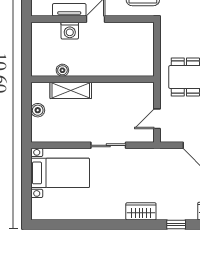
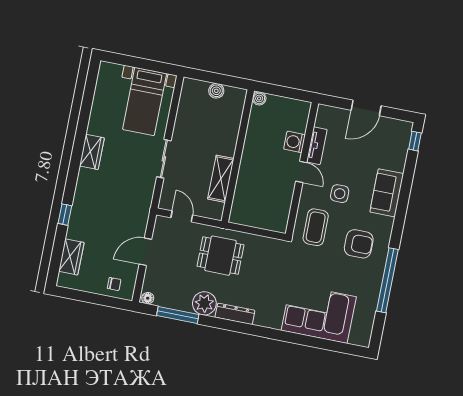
boiler: (62, 70) -> (259, 98), moved
shelving: (71, 90) -> (221, 179), moved
wardrobe: (141, 211) -> (92, 152), moved

